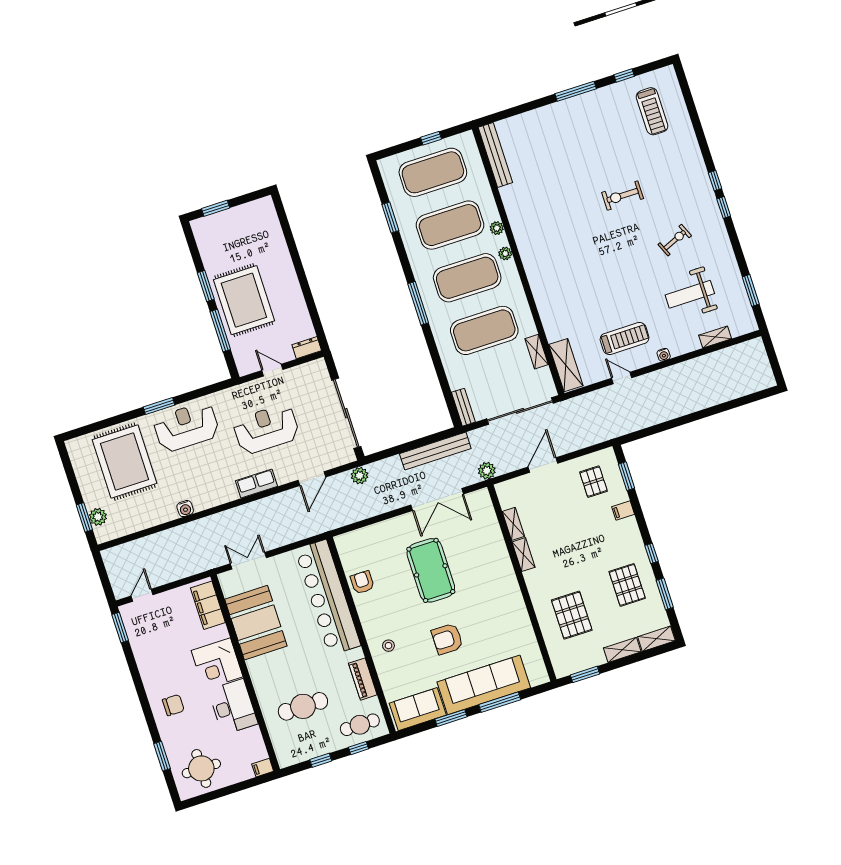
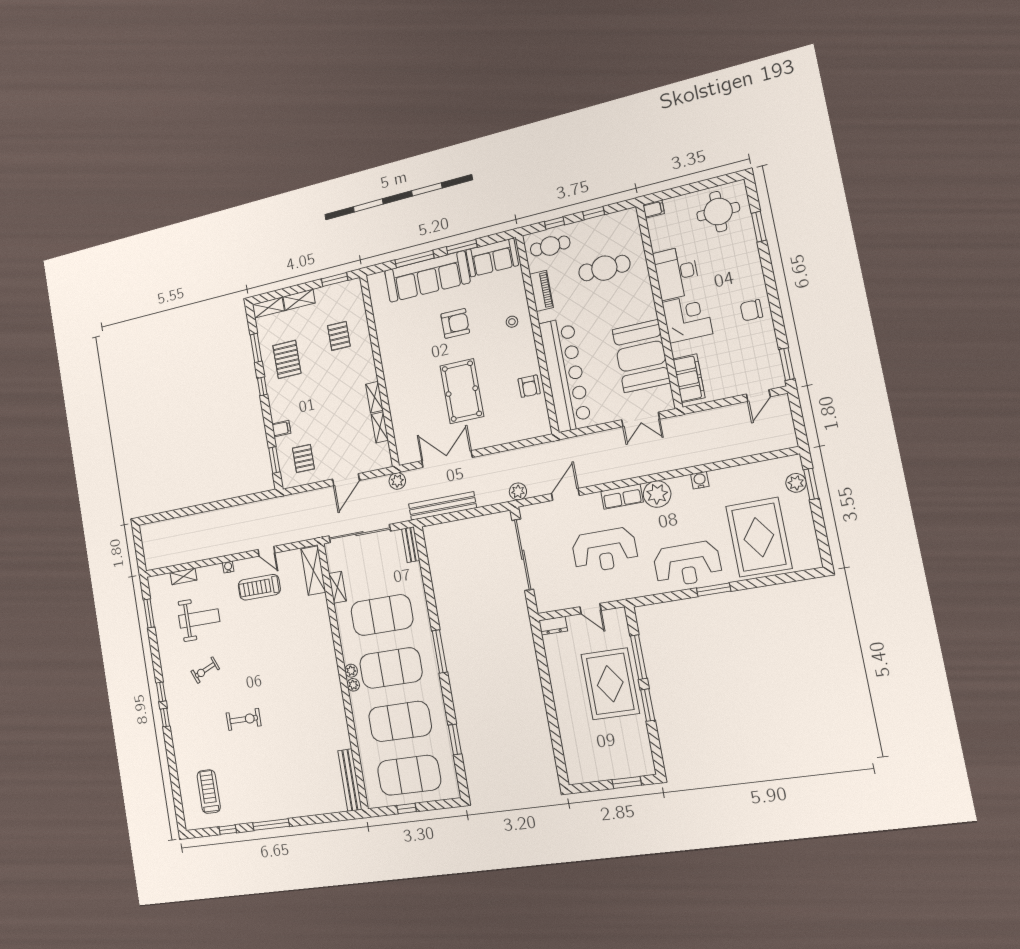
plant: (497, 228) -> (351, 671), moved
plant: (223, 490) -> (657, 494), added
pallet: (572, 615) -> (339, 336), width x0.67, depth x0.71
chair: (173, 705) -> (751, 310), moved

